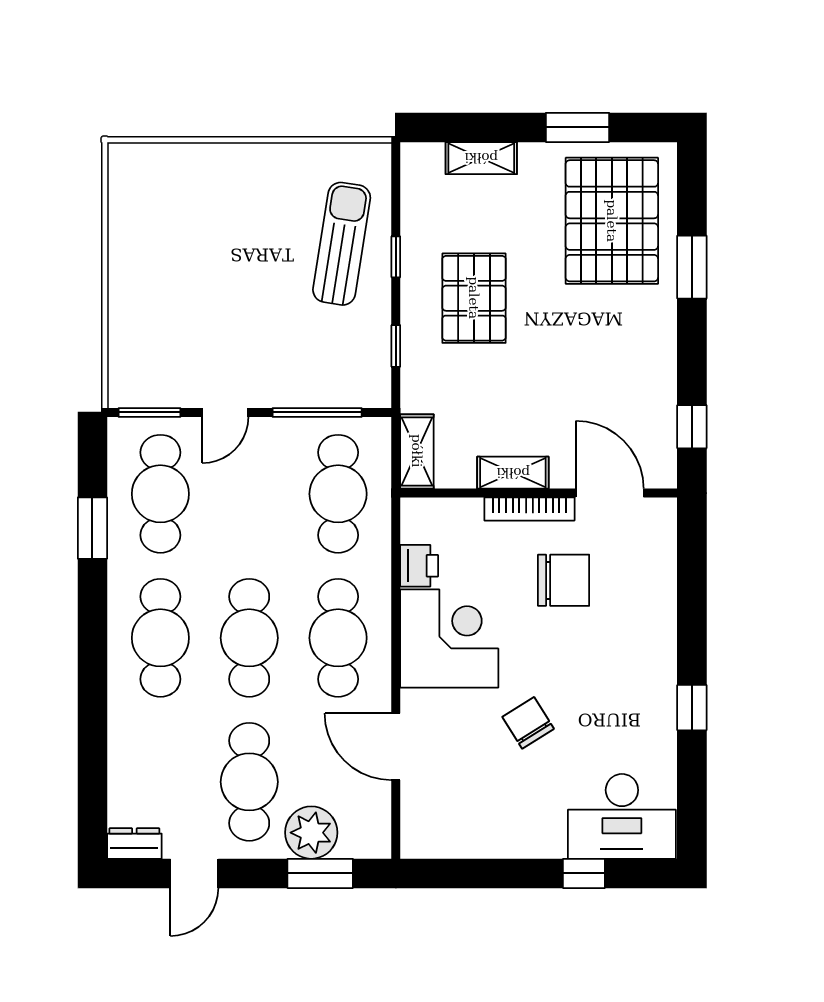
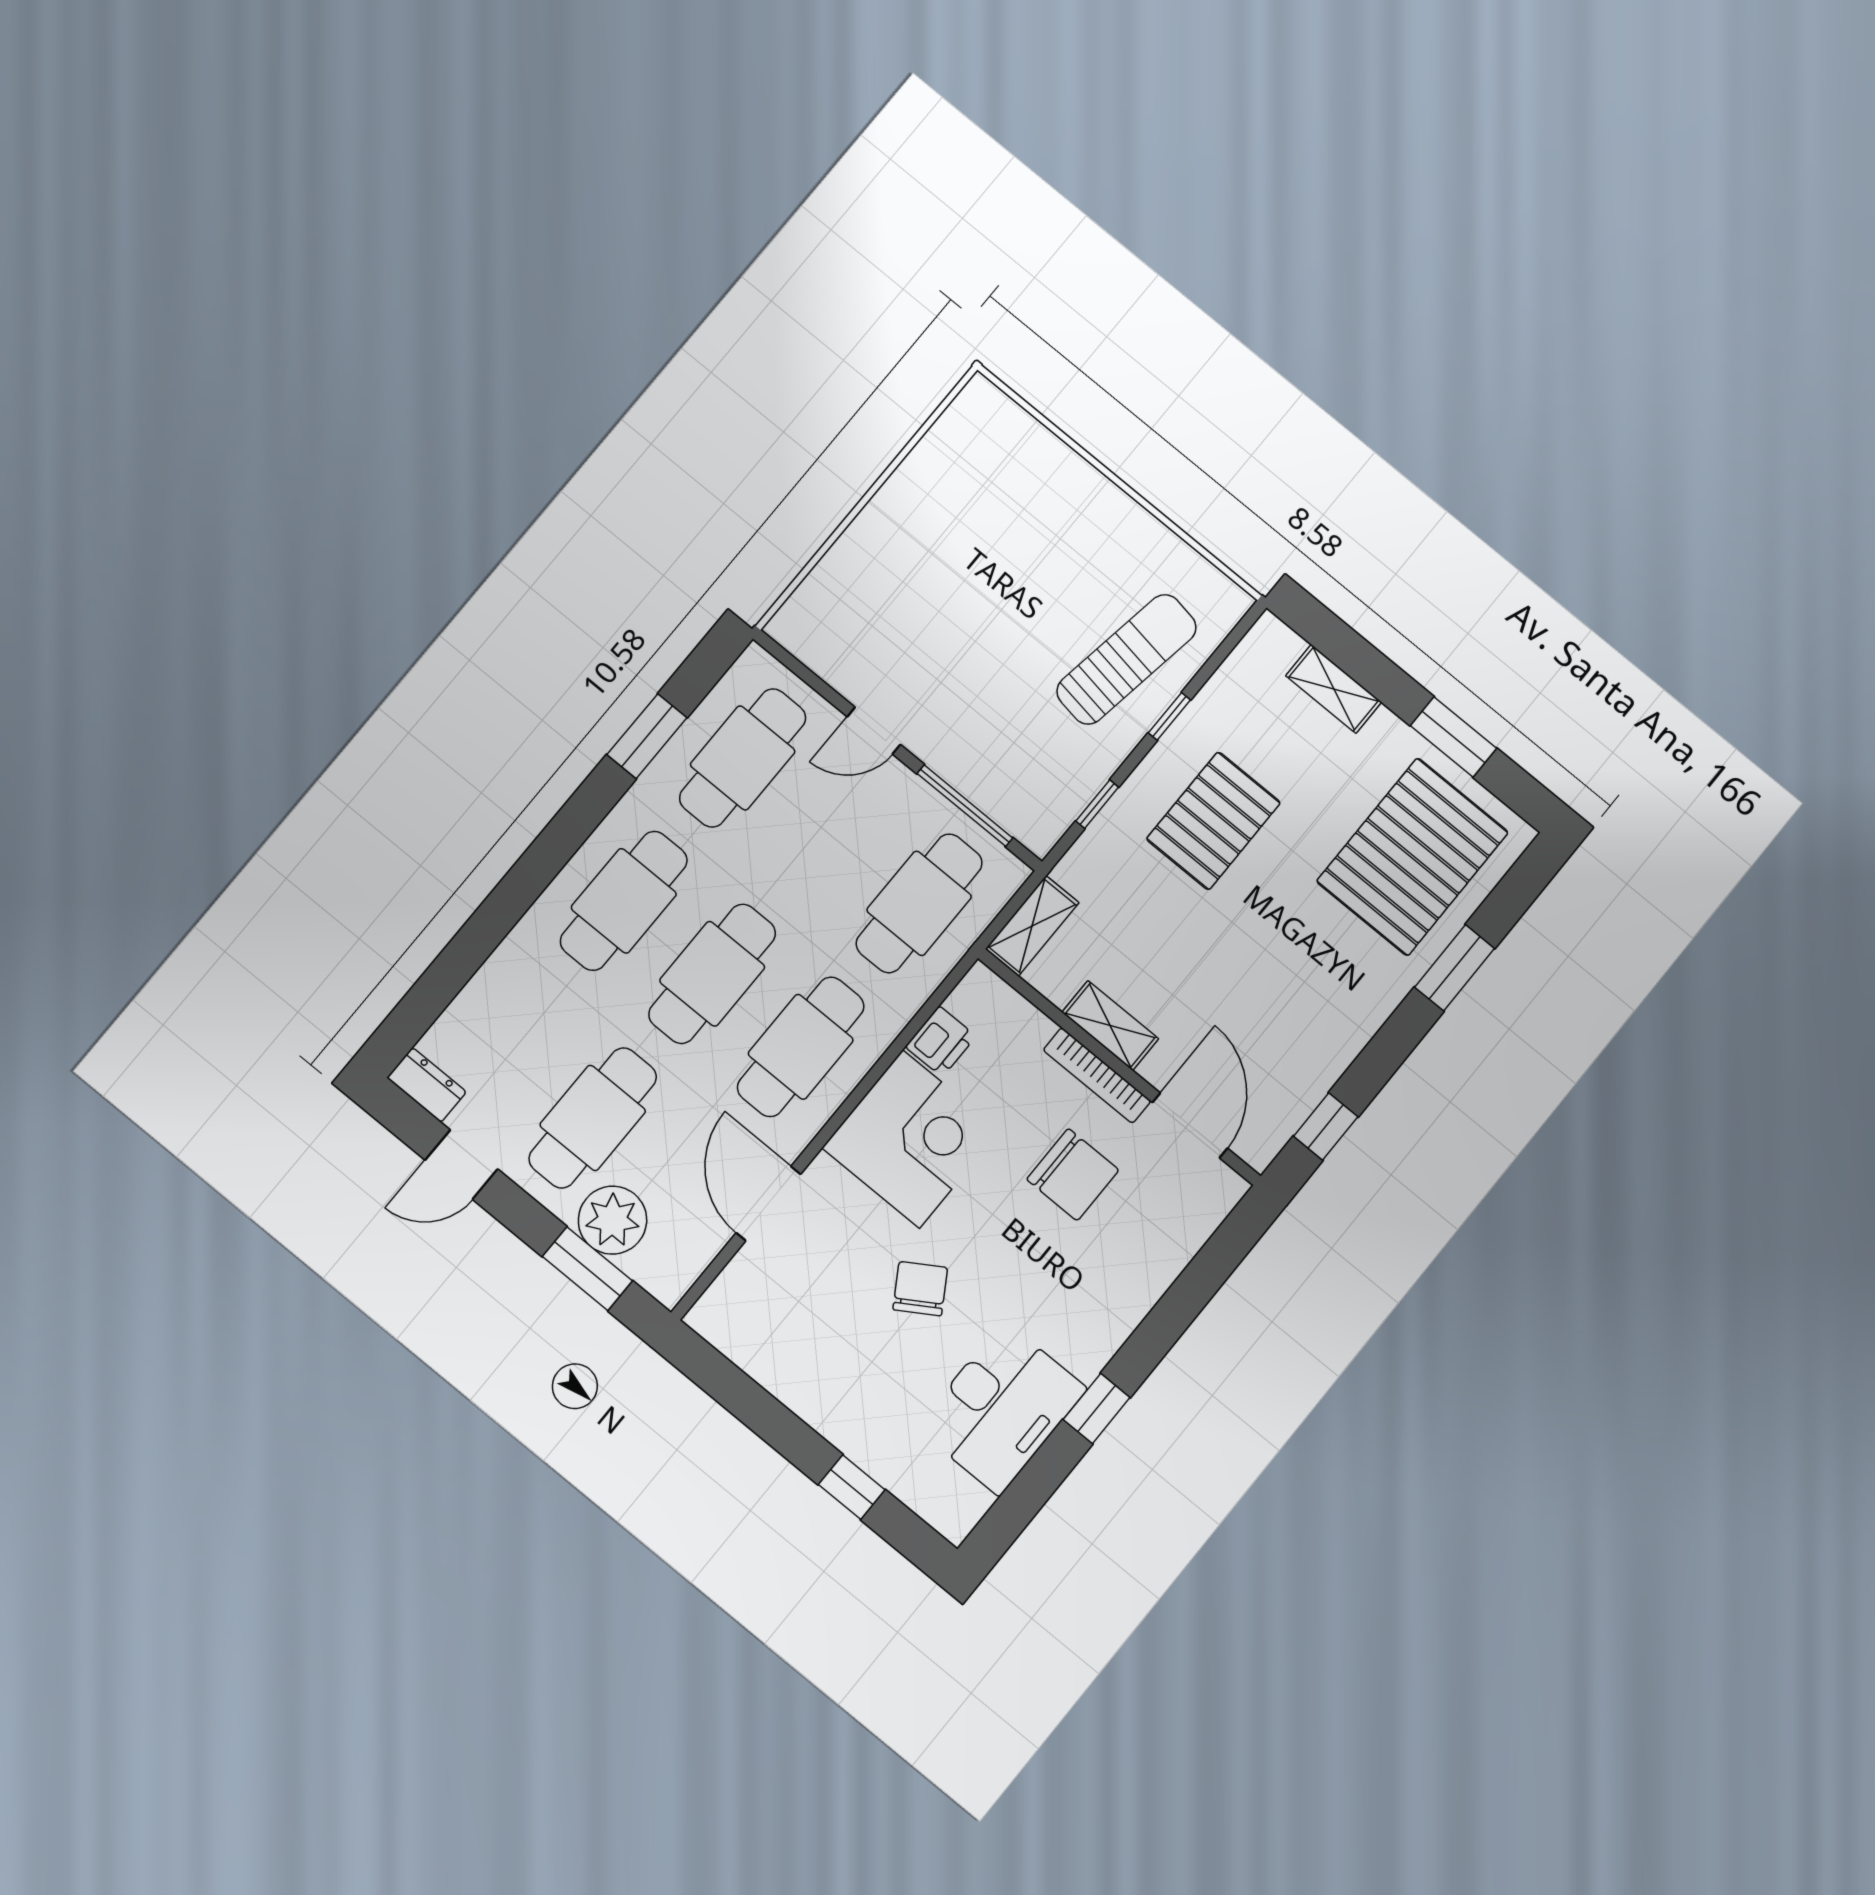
window: (149, 412) -> (799, 669), removed
desk: (622, 816) -> (1001, 1408), moved, turned -90

